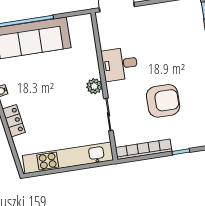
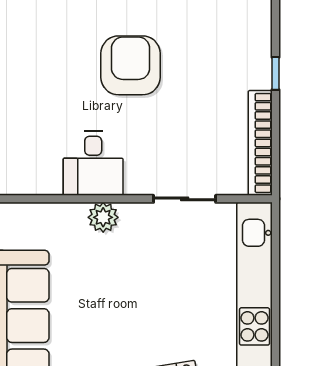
plant: (94, 86) -> (103, 217), moved
armchair: (163, 101) -> (131, 65), moved

